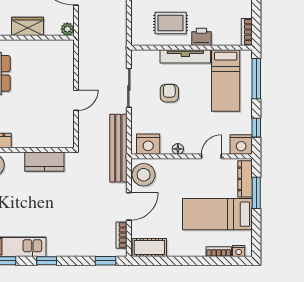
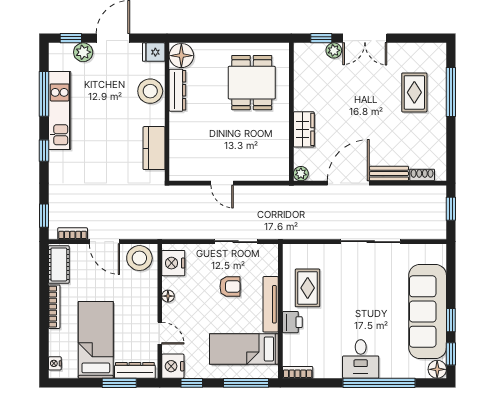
bench: (118, 148) -> (169, 230), removed
bookcase: (219, 252) -> (54, 307), moved, width x1.56

